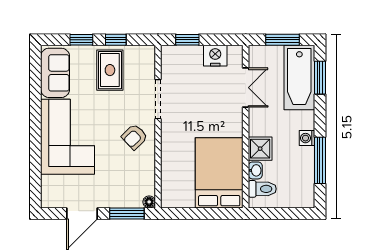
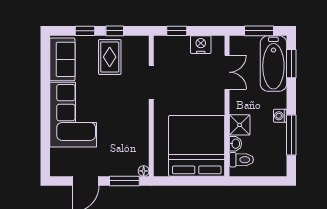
armchair: (134, 137) -> (131, 115), removed
bed: (219, 173) -> (197, 146), width x1.36

